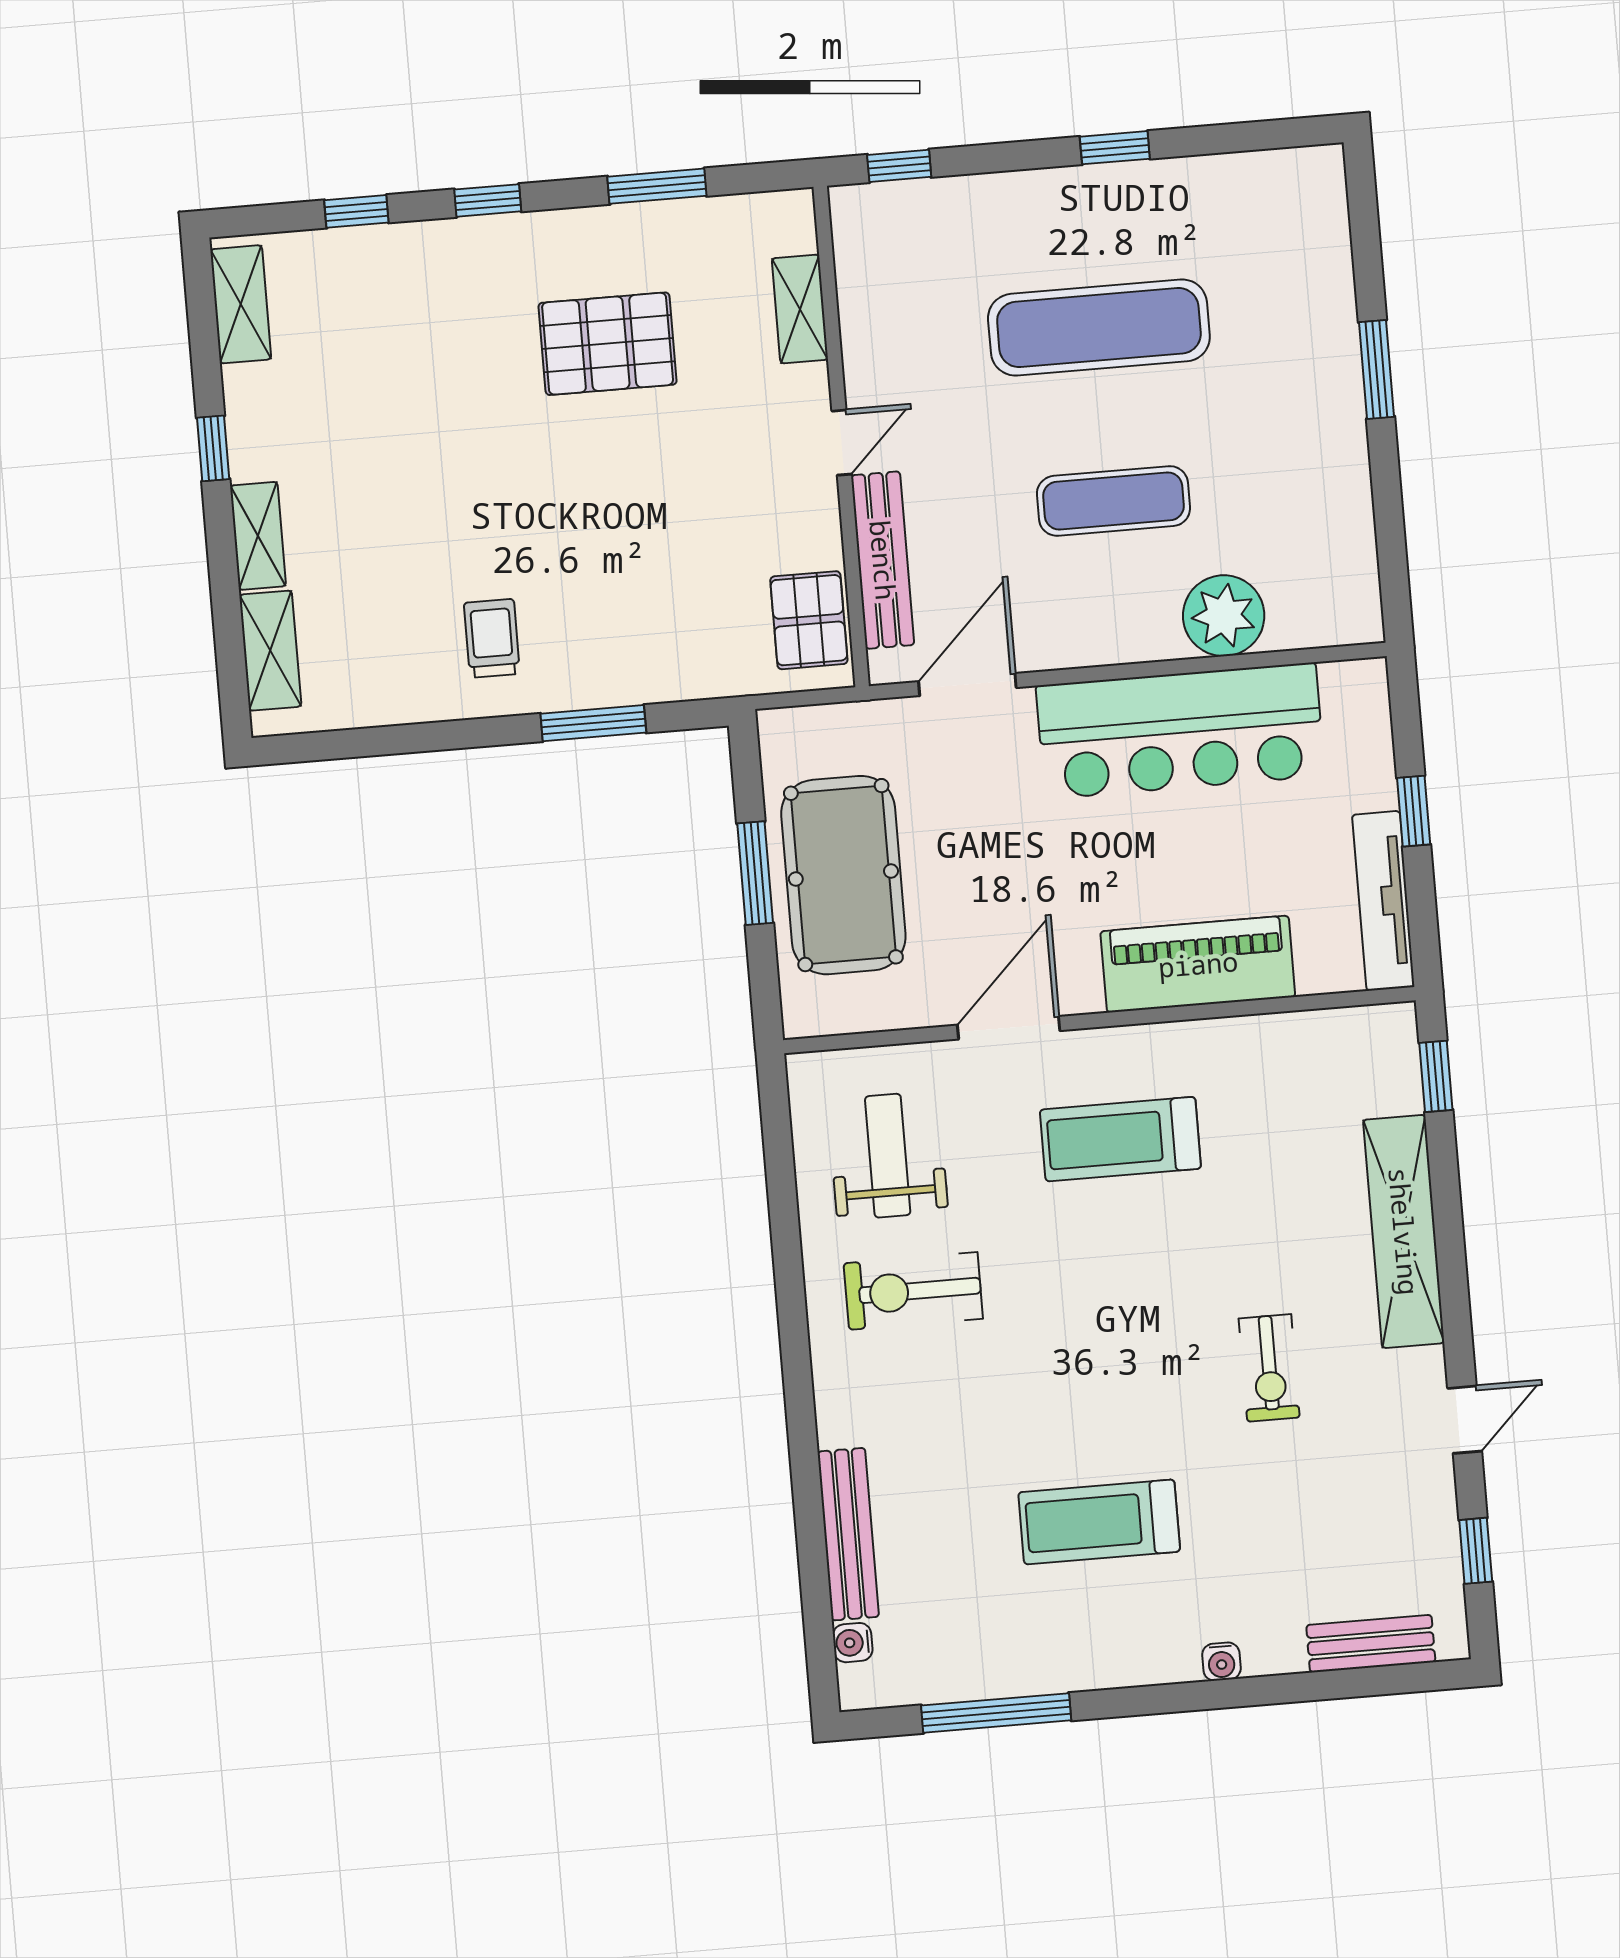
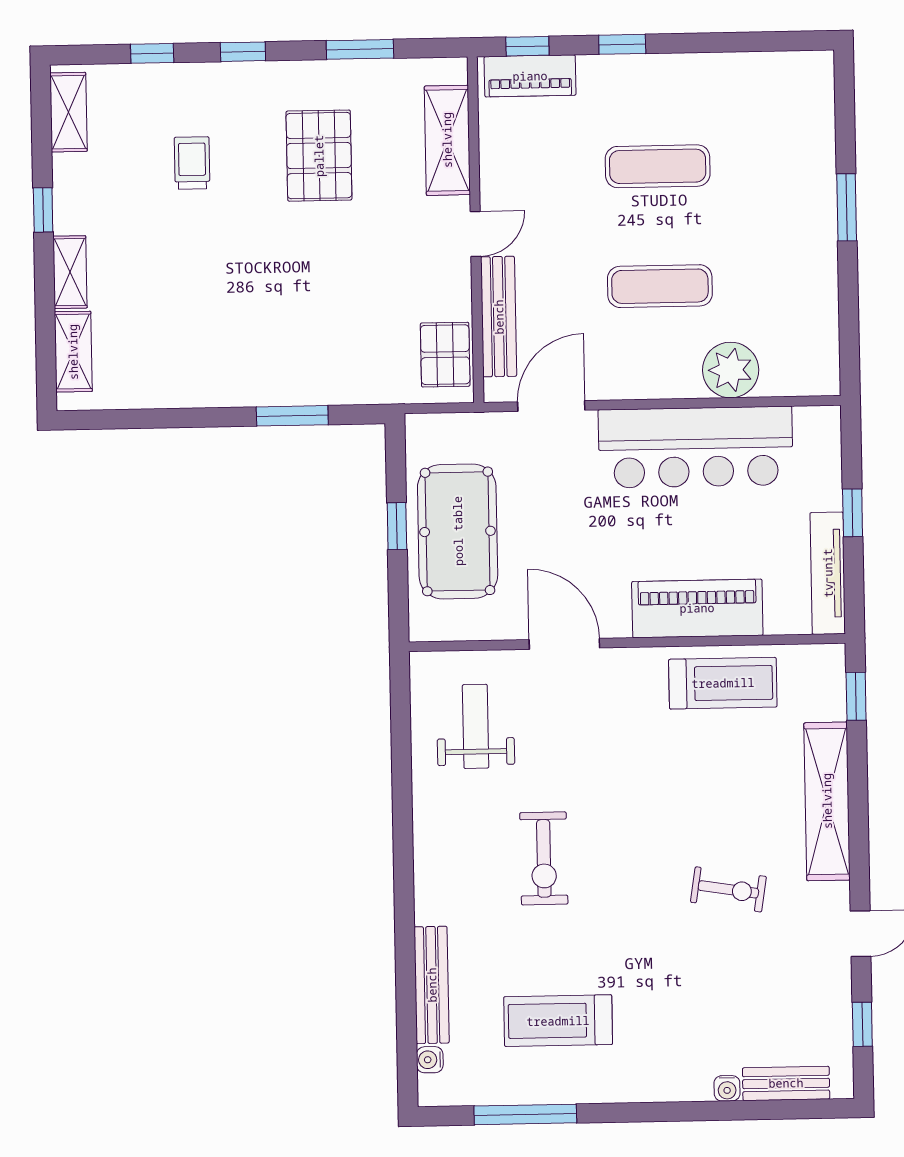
window: (1115, 148) -> (622, 44), moved
piano: (906, 209) -> (530, 76), added
shelving: (800, 309) -> (447, 140), width x1.50, depth x1.33
exercise mat: (1099, 328) -> (658, 166), width x0.73, depth x0.69
pallet: (608, 344) -> (319, 156), turned 90
trolley: (492, 638) -> (192, 163), moved
window: (755, 873) -> (397, 526), width x0.67
door: (1009, 1028) -> (564, 644), hinge flipped
treadmill: (1120, 1139) -> (723, 683), moved, turned 180
exercise bike: (913, 1291) -> (544, 858), moved, turned -90
exercise bike: (1269, 1368) -> (728, 889), turned -81
treadmill: (1099, 1522) -> (558, 1021), moved
water cooler: (1221, 1662) -> (727, 1088), moved

